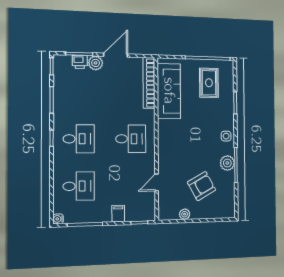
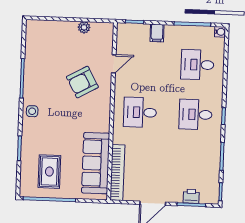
plant: (96, 63) -> (175, 195), removed
plant: (227, 163) -> (32, 81), removed
armchair: (202, 186) -> (82, 82), moved

